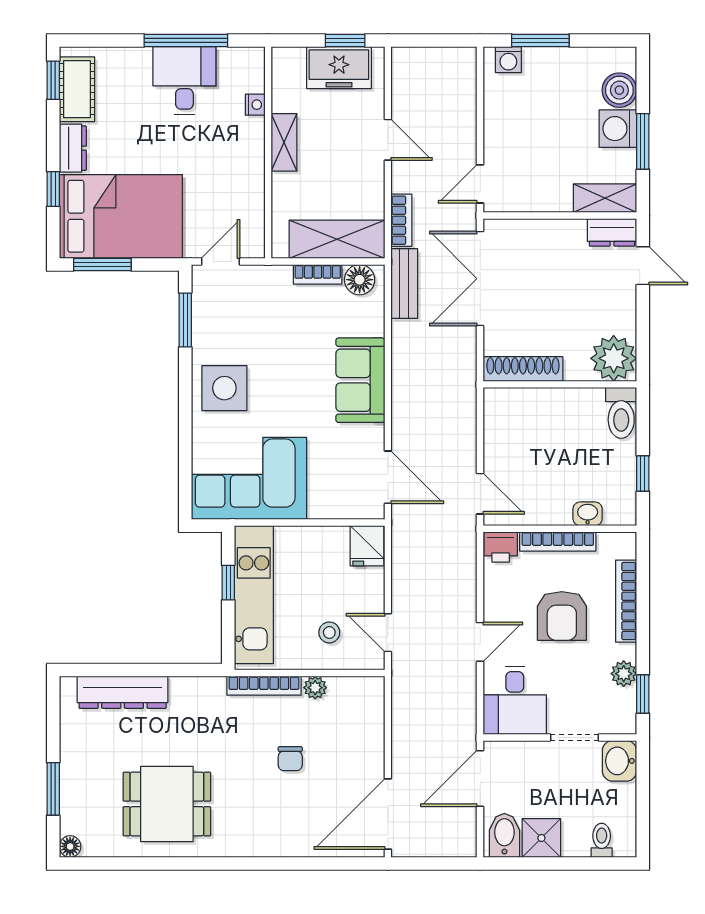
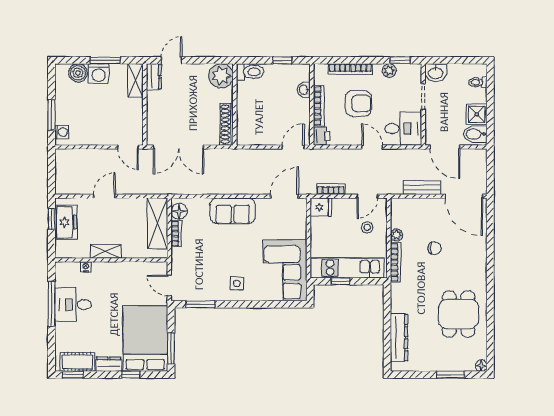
bookcase: (401, 220) -> (331, 189), moved
bench: (404, 284) -> (422, 187), moved
side table: (224, 388) -> (237, 283), width x0.54, depth x0.54

